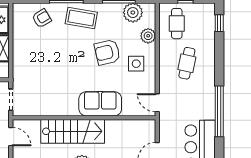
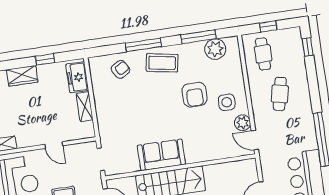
plant: (148, 36) -> (243, 123), moved
armchair: (107, 52) -> (195, 95), turned -77
sofa: (100, 104) -> (161, 155), moved

